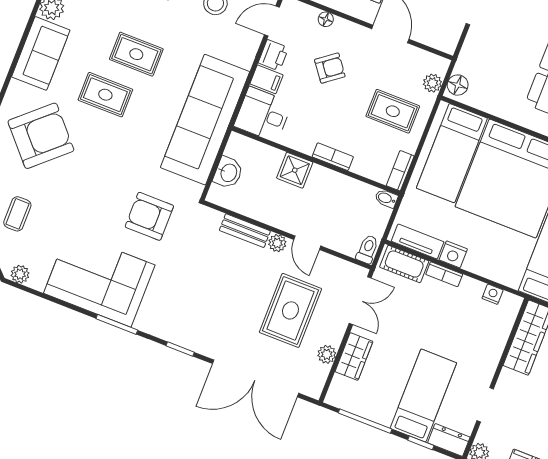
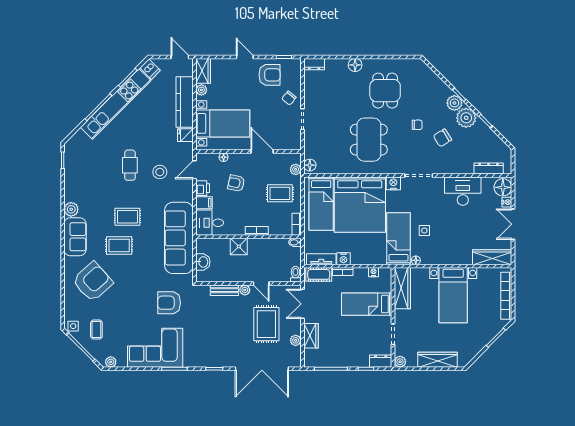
armchair: (330, 68) -> (236, 183), turned -131
double door: (360, 301) -> (302, 304), swing flipped
bed: (423, 396) -> (367, 304), moved, turned -90

